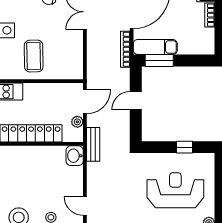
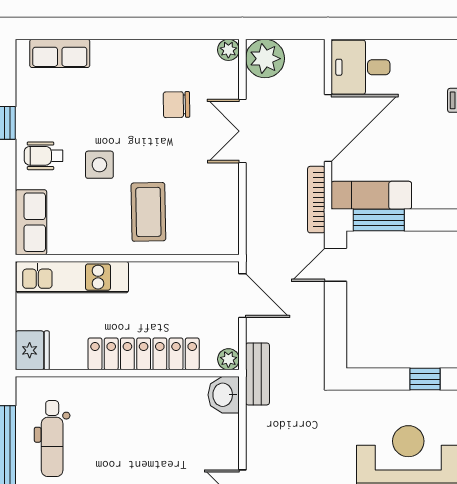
door: (136, 101) -> (336, 265), moved
door: (85, 102) -> (242, 296), hinge flipped
plant: (77, 122) -> (228, 359), moved

